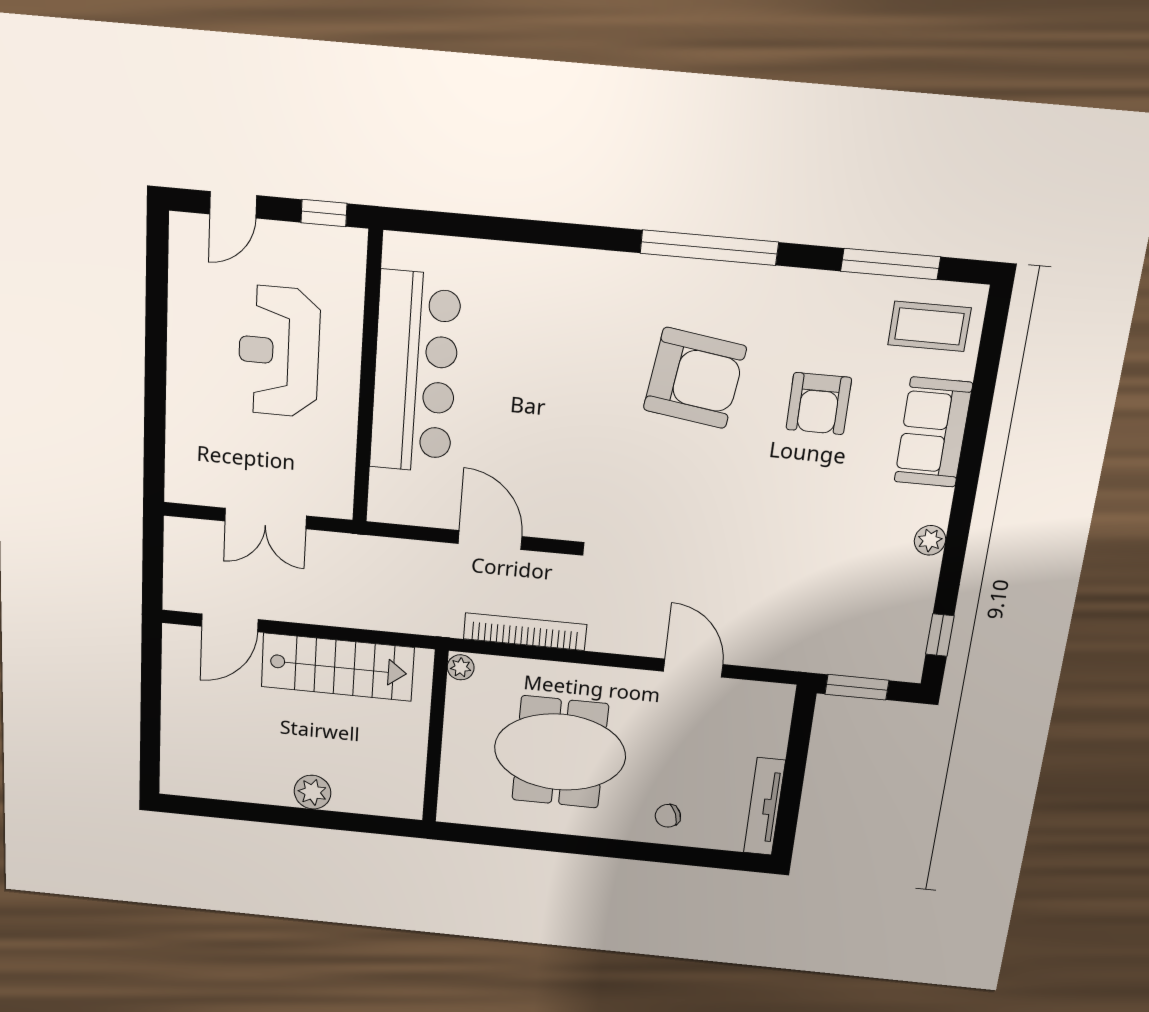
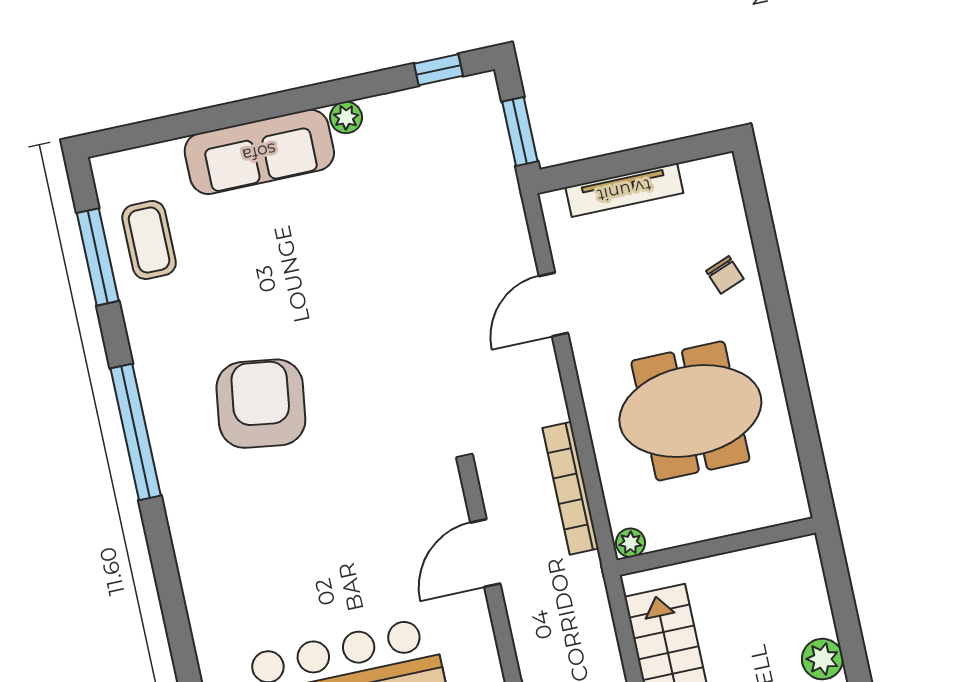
coffee table: (929, 326) -> (149, 240), moved
armchair: (819, 404) -> (248, 276), removed
sofa: (933, 432) -> (259, 152), width x1.36
meeting table: (560, 752) -> (690, 411), turned 90
tv unit: (764, 807) -> (624, 190), moved

